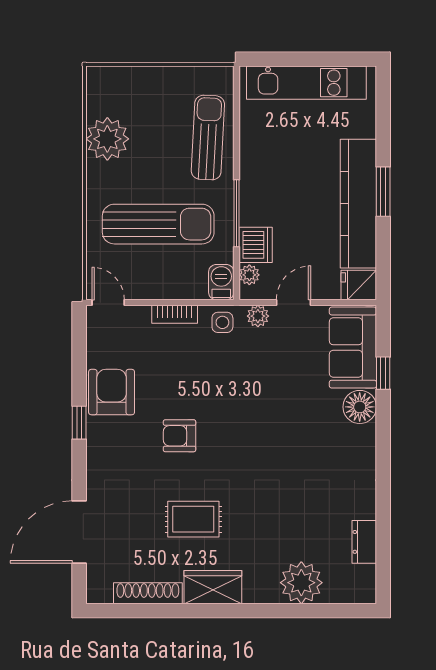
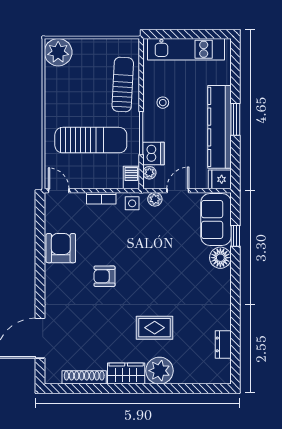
plant: (107, 139) -> (58, 52), moved
stool: (270, 166) -> (163, 103), added
window: (79, 423) -> (40, 268), removed
rug: (193, 519) -> (155, 328), moved
plant: (301, 583) -> (159, 371), moved

